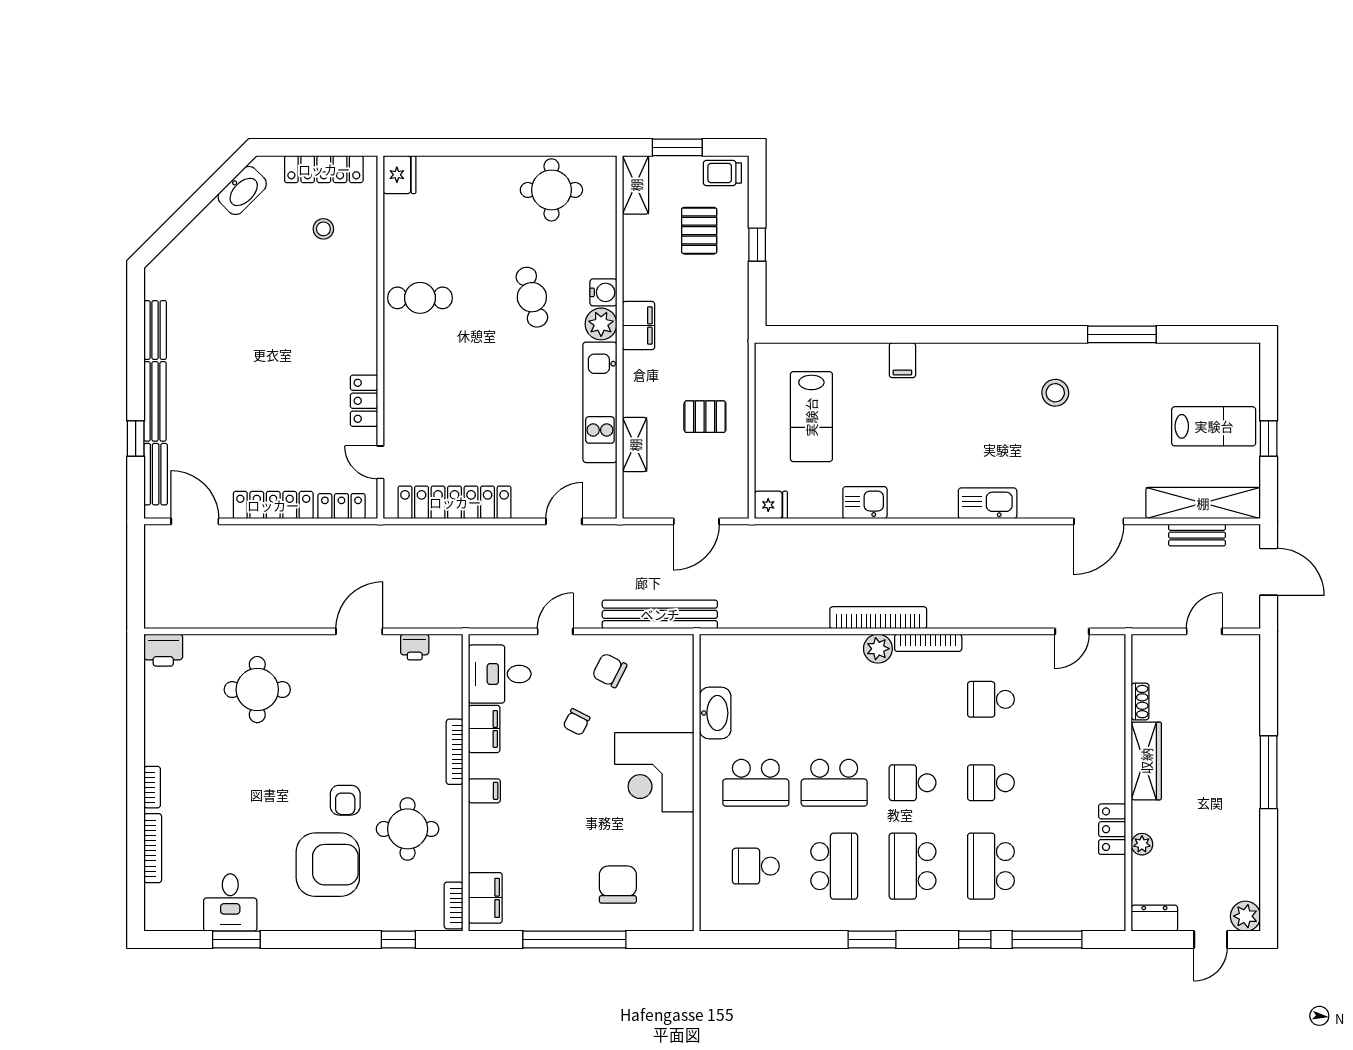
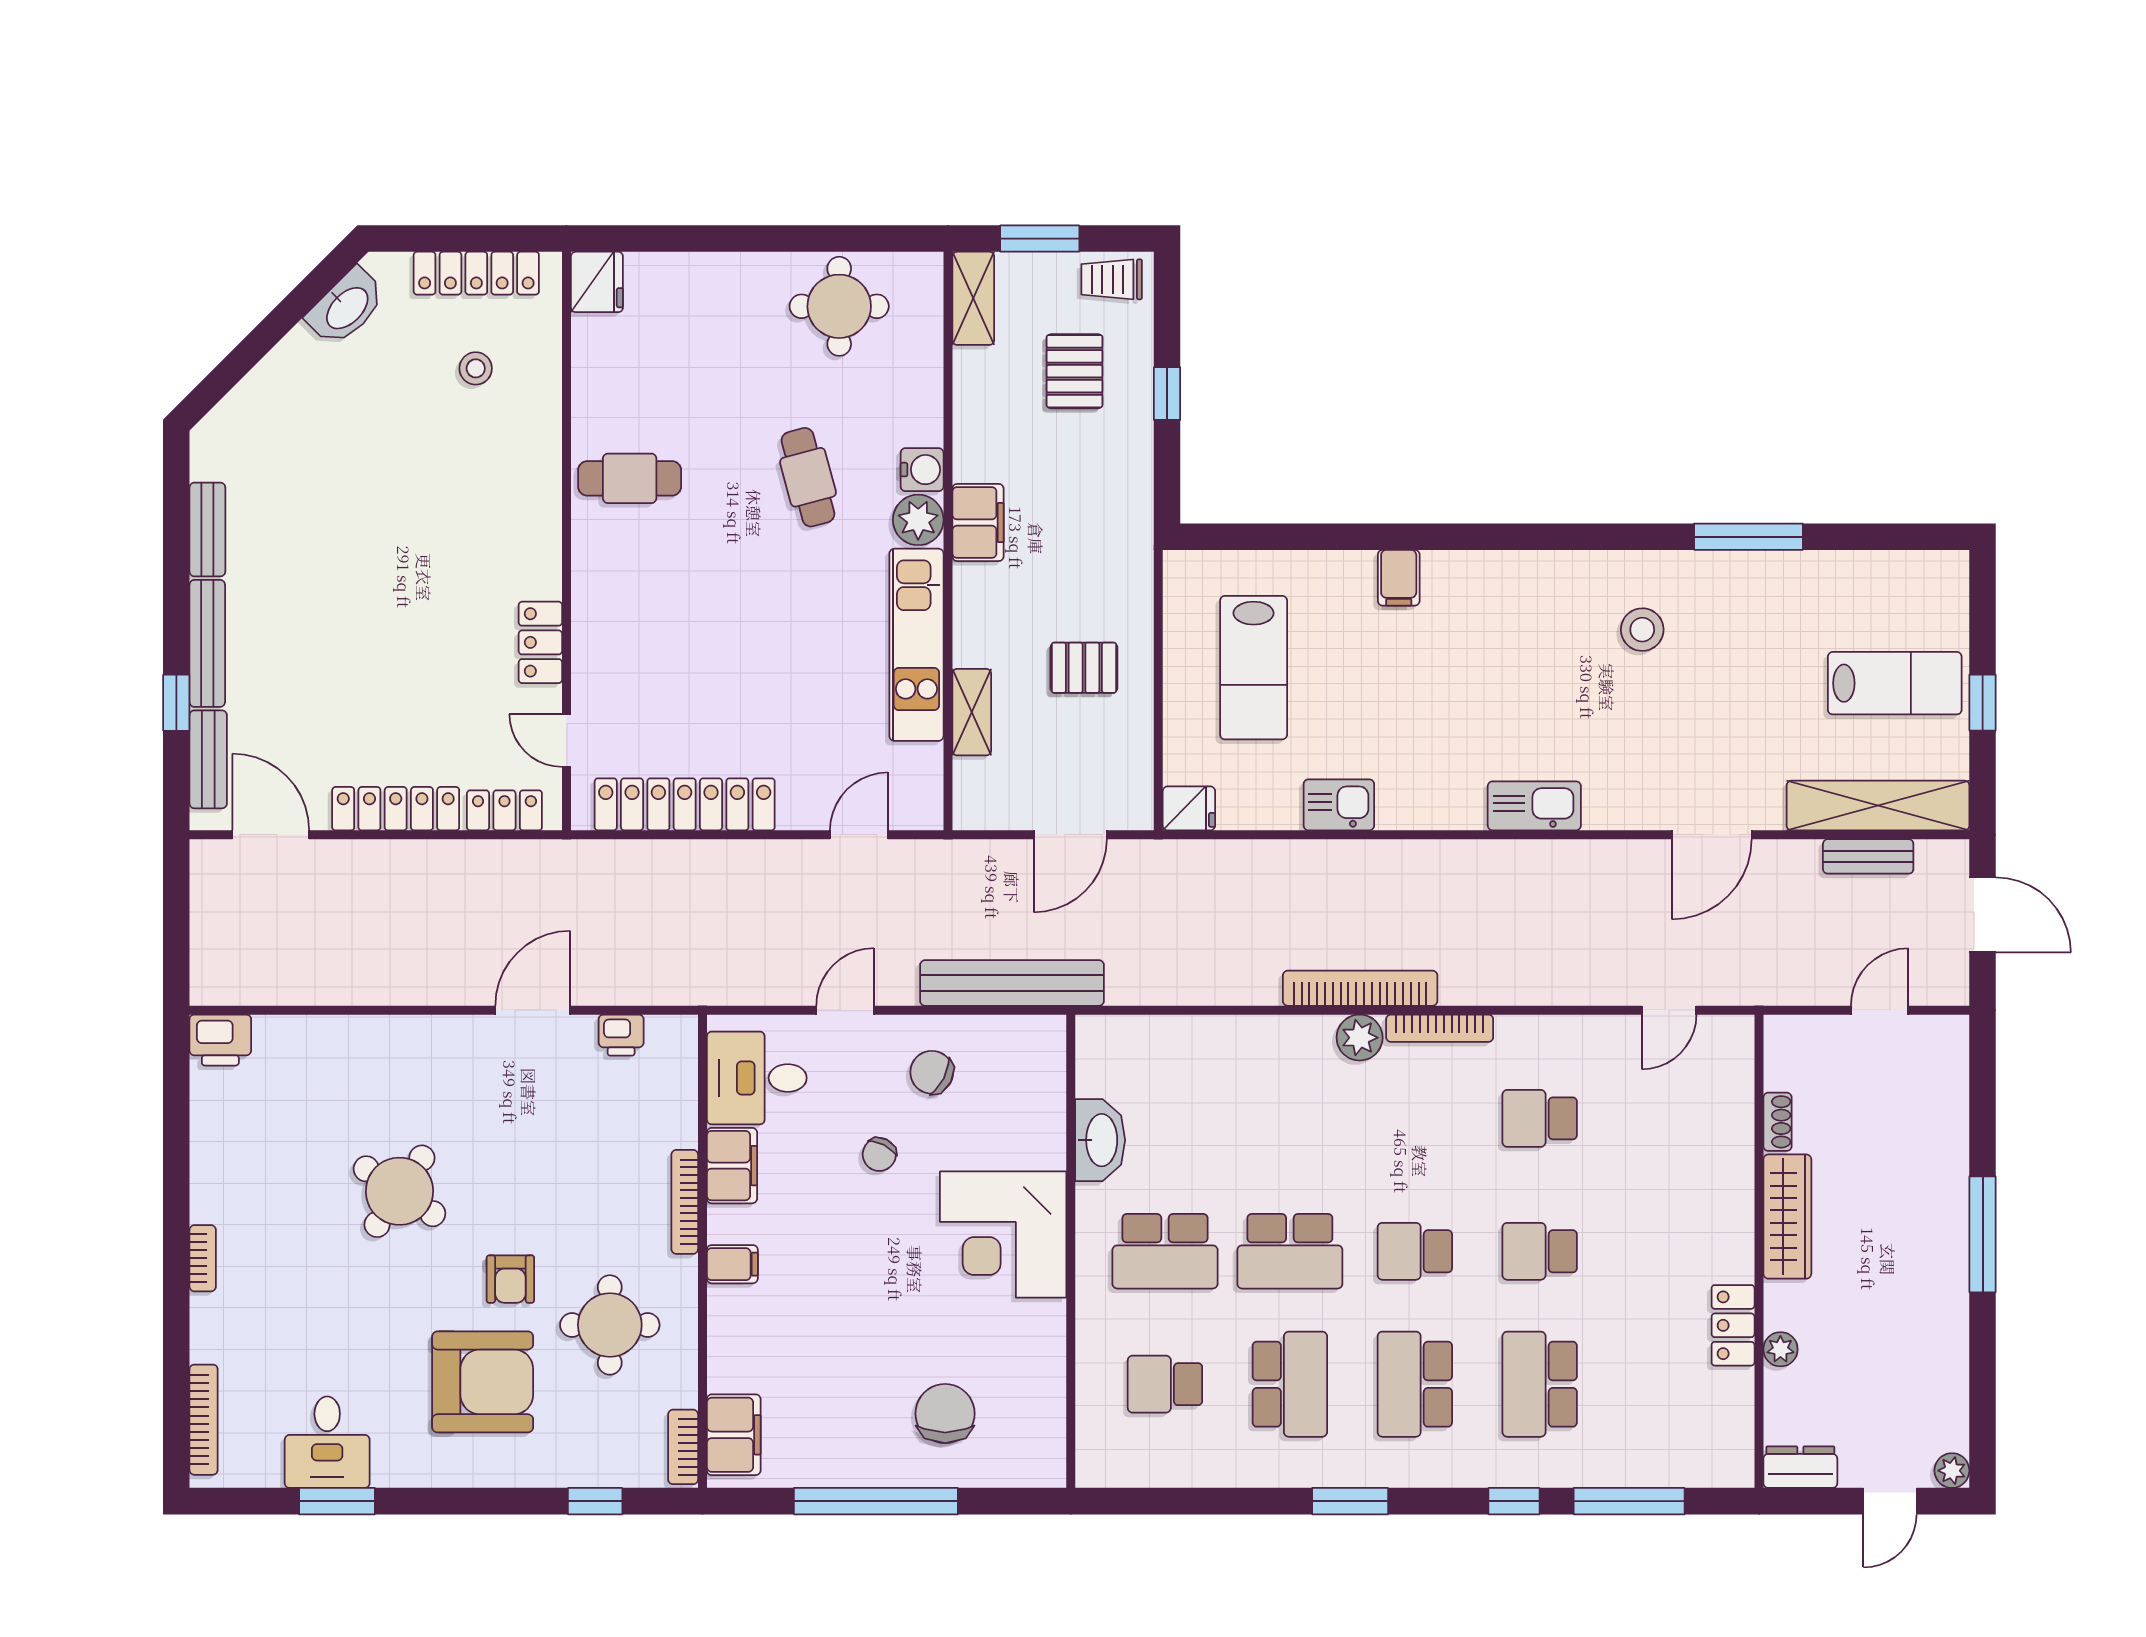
round table: (257, 690) -> (399, 1191), moved, turned 34
bookcase: (153, 848) -> (204, 1420), moved
plant: (1245, 916) -> (1952, 1471), width x0.73, depth x0.73

